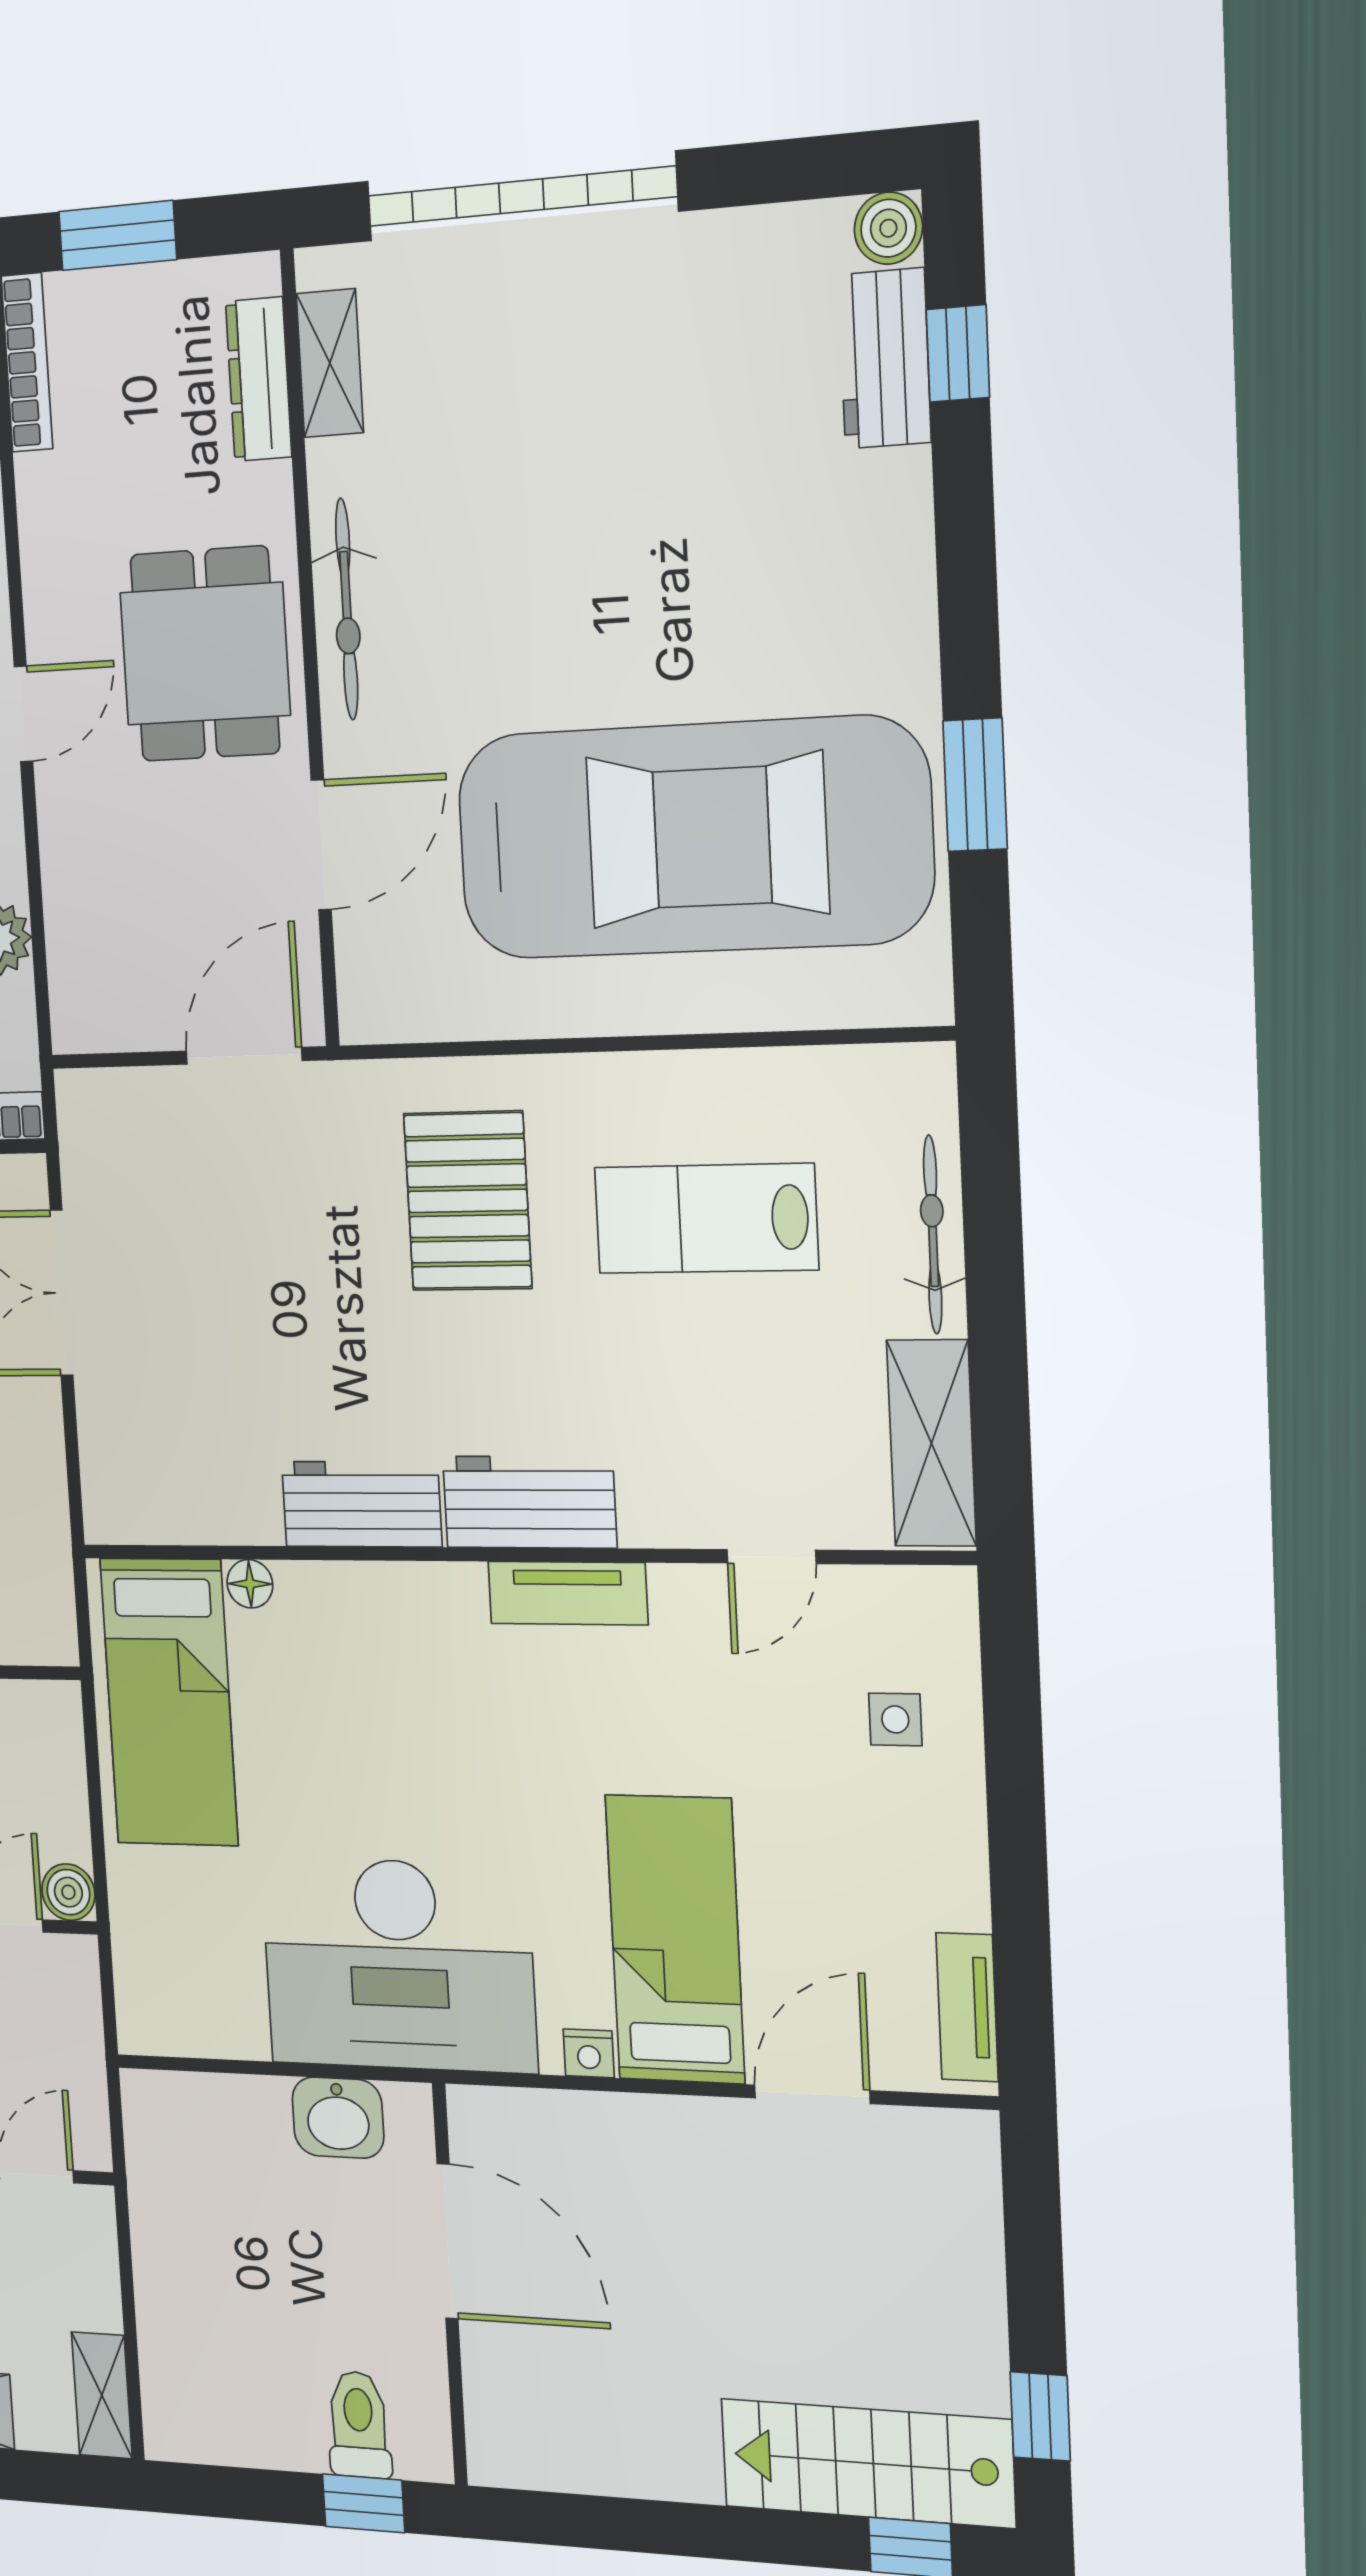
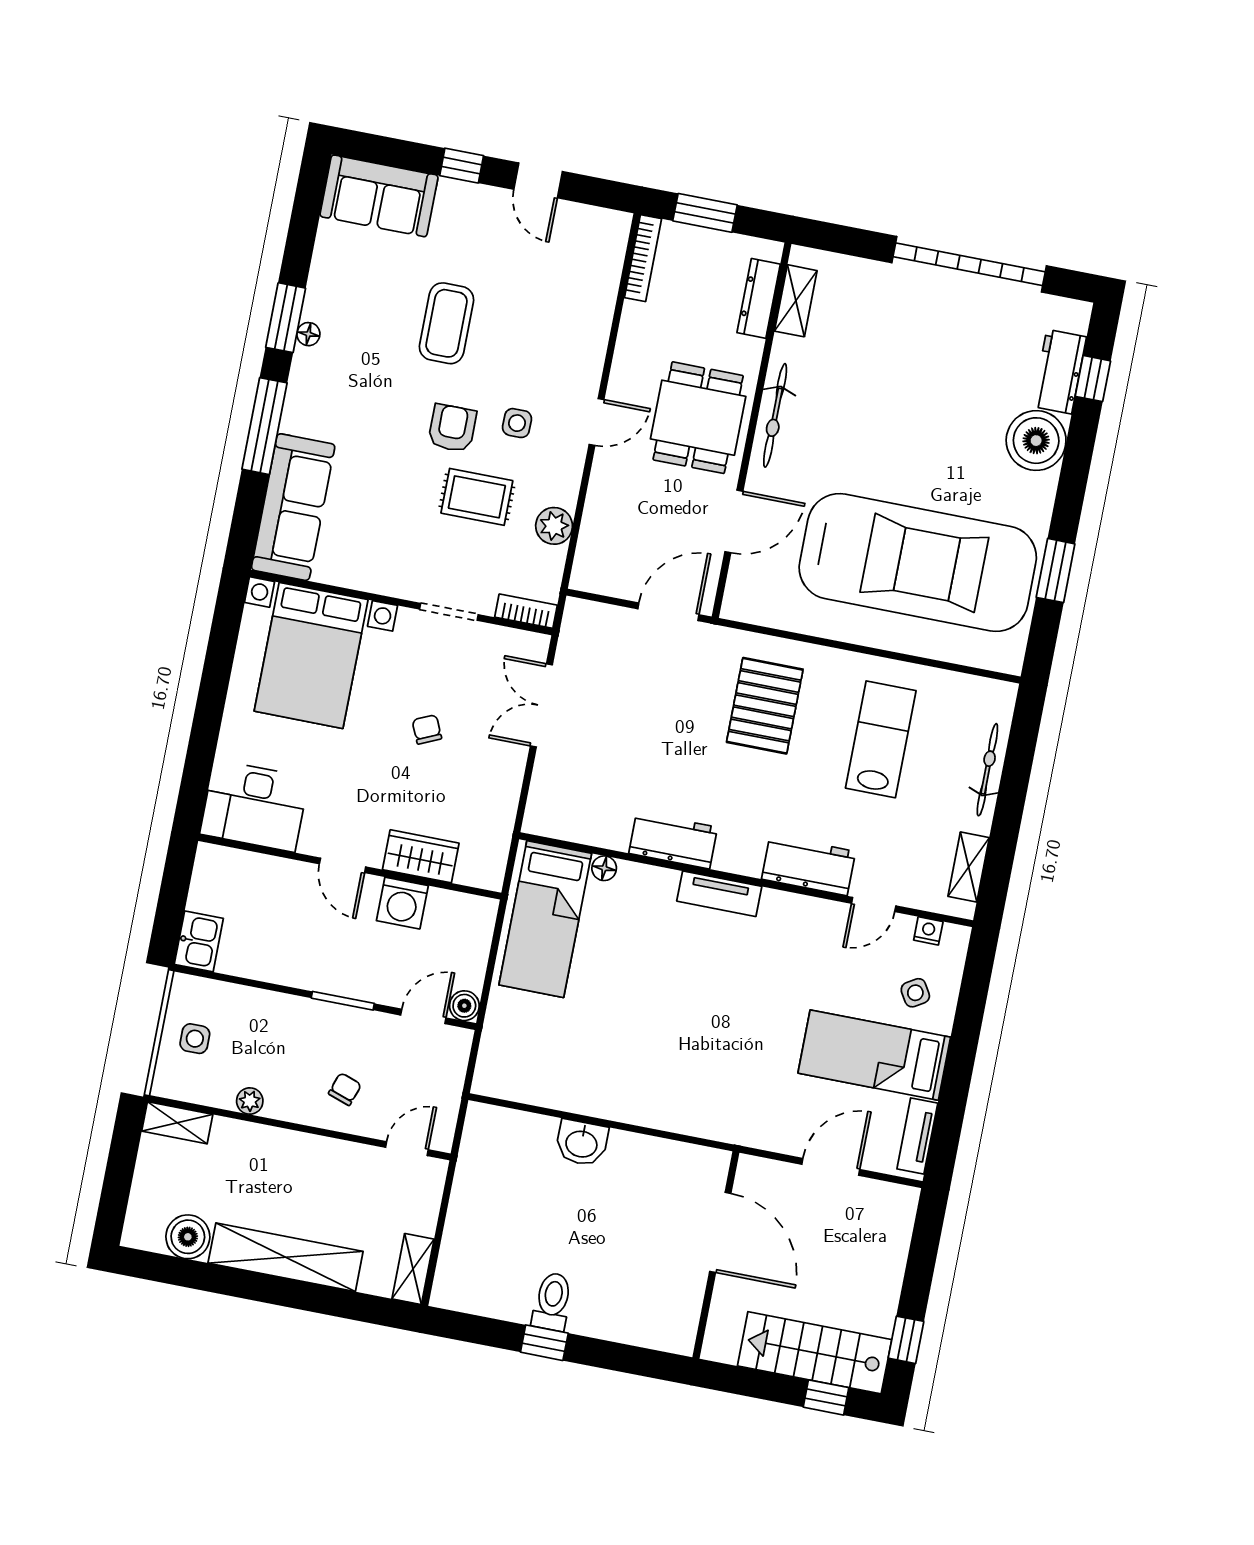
garage door: (521, 196) -> (969, 264), moved
boiler: (888, 228) -> (1036, 441), moved, width x1.86, depth x1.86
lab bench: (706, 1219) -> (881, 739), turned 90
shelving: (931, 1443) -> (969, 867), width x0.67, depth x0.75
workbench: (530, 1502) -> (809, 865), moved
tv unit: (568, 1593) -> (719, 894), moved
side table: (895, 1719) -> (915, 993), turned -31
bed: (675, 1939) -> (874, 1055), moved, turned -90
desk: (399, 1965) -> (634, 1071), removed
nightstand: (589, 2053) -> (928, 931), moved, turned 180
door: (447, 2241) -> (720, 1232), moved
wall: (450, 2285) -> (716, 1255), moved

